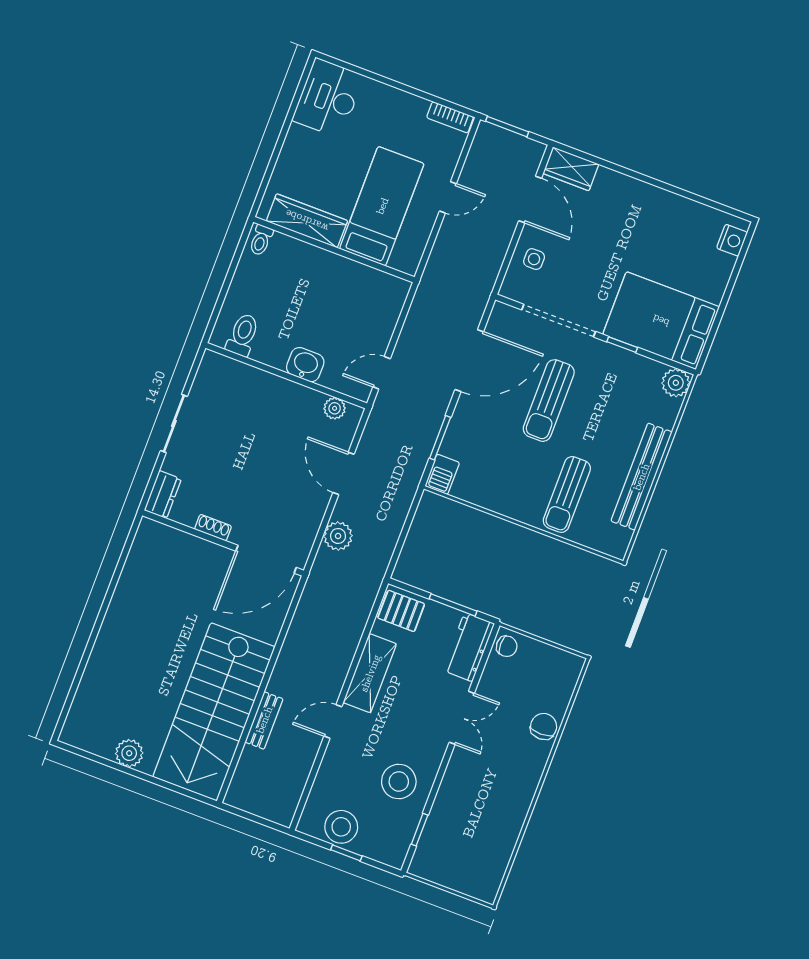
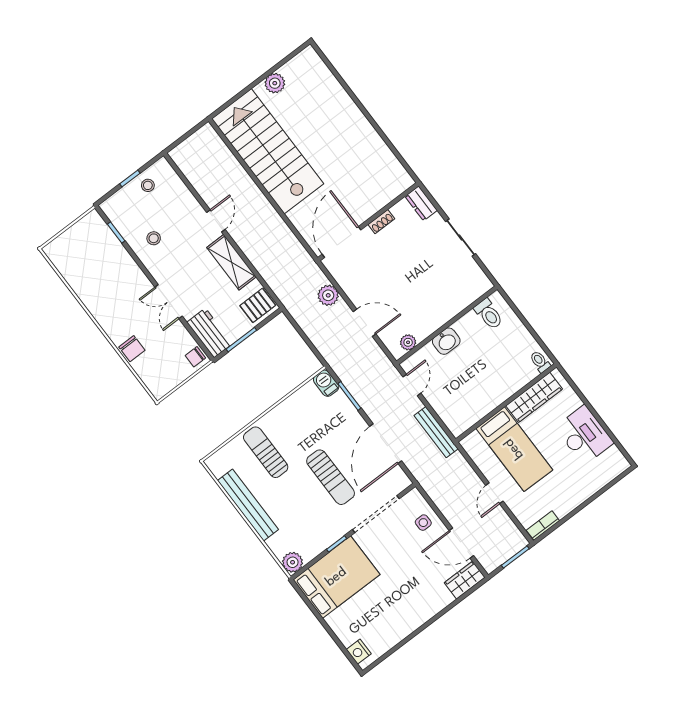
desk: (328, 98) -> (584, 435), moved
sun lounger: (549, 401) -> (331, 477), turned 180
bench: (264, 720) -> (436, 432), moved, width x1.36
stool: (399, 782) -> (154, 238), width x0.53, depth x0.53
stool: (341, 827) -> (148, 185), width x0.53, depth x0.53

